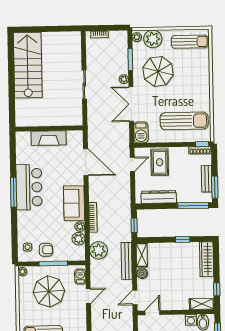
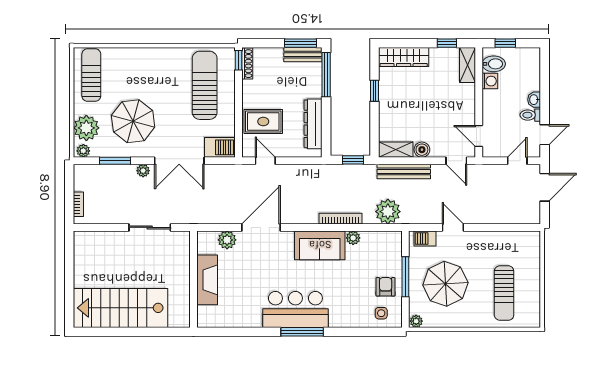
wall: (49, 129) -> (194, 279), moved
fireplace: (49, 138) -> (207, 280), moved
bench: (207, 179) -> (303, 55), moved
plant: (78, 239) -> (227, 240), moved

